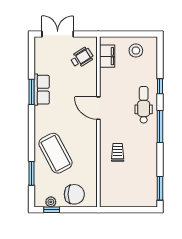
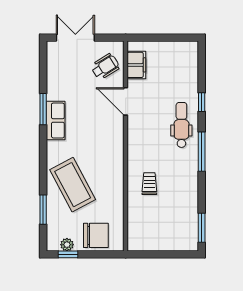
stool: (136, 51) -> (172, 58), removed
row of seats: (42, 90) -> (56, 120), moved
door: (98, 108) -> (126, 101), moved

